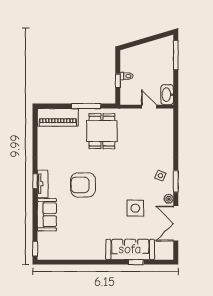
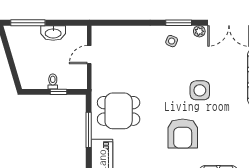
washbasin: (167, 95) -> (53, 33), moved
side table: (135, 208) -> (200, 90), moved

